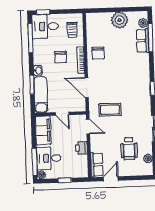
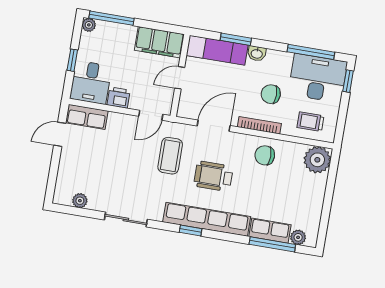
plant: (120, 20) -> (317, 160), moved
desk: (45, 26) -> (318, 78), width x1.37
row of seats: (144, 80) -> (207, 219), added
wheelchair: (129, 149) -> (213, 176), moved
desk: (49, 158) -> (91, 82), moved, turned 180
door: (111, 179) -> (60, 134), swing flipped

